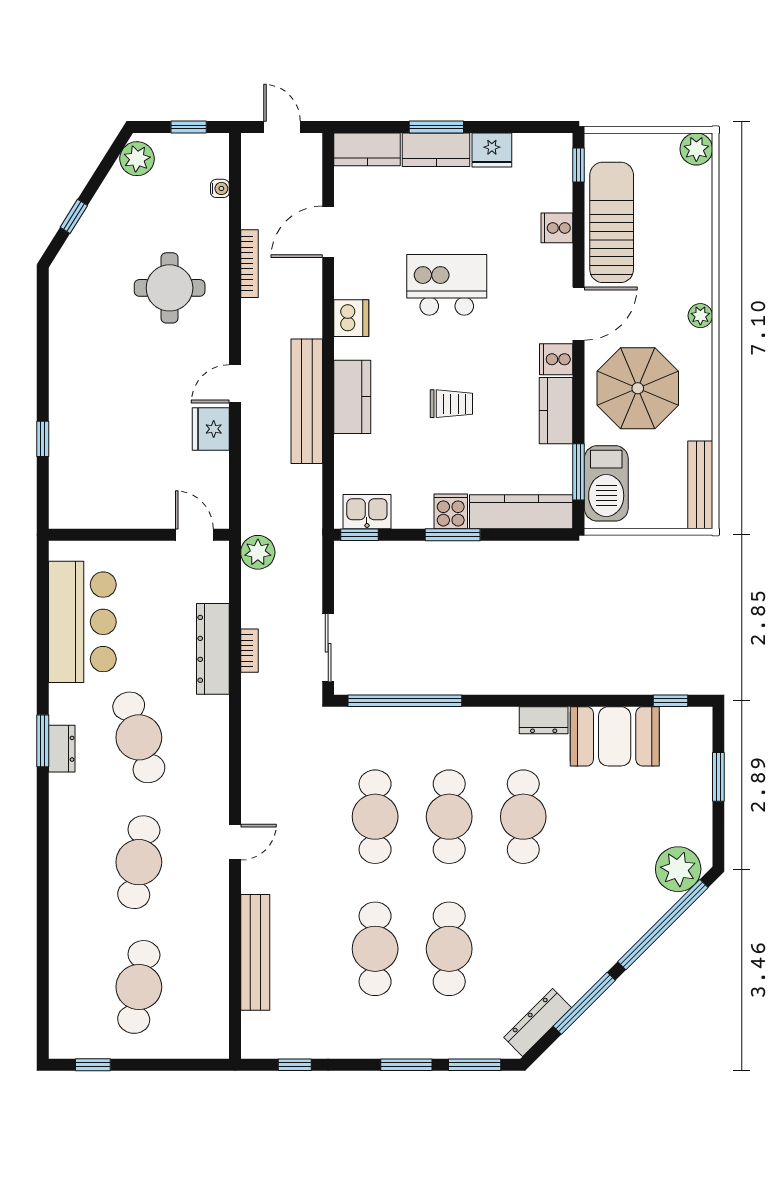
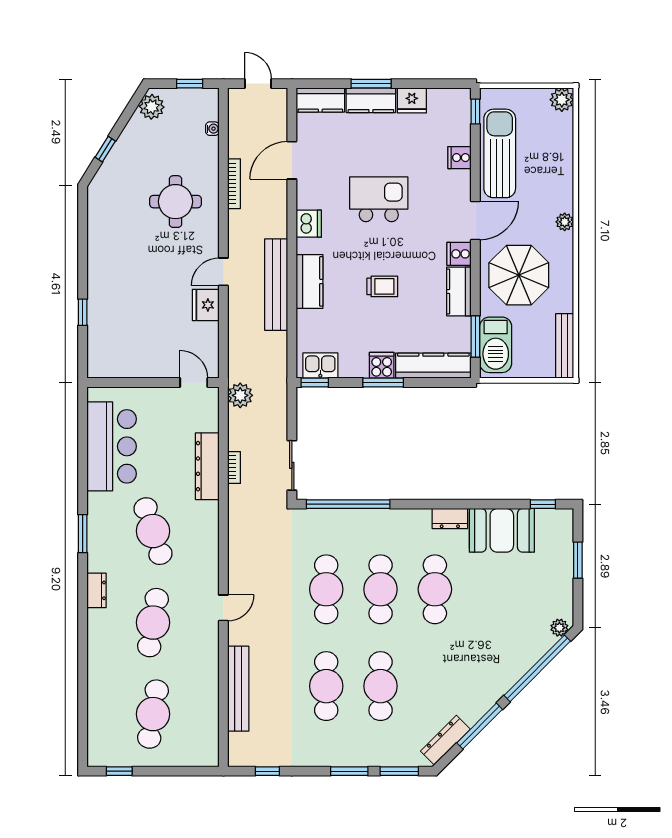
dresser: (62, 749) -> (96, 590), moved
plant: (678, 869) -> (559, 628), width x0.53, depth x0.53

